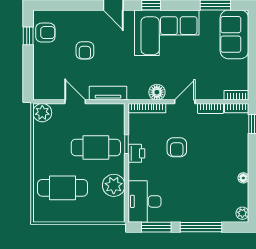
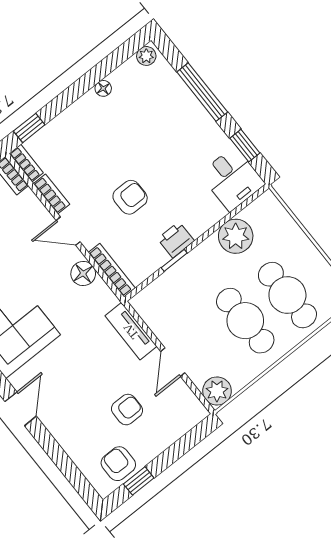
armchair: (85, 50) -> (127, 410), moved
cafe table: (96, 147) -> (245, 321), moved
desk: (144, 201) -> (232, 179), width x0.73
window: (156, 227) -> (245, 146), width x0.67

